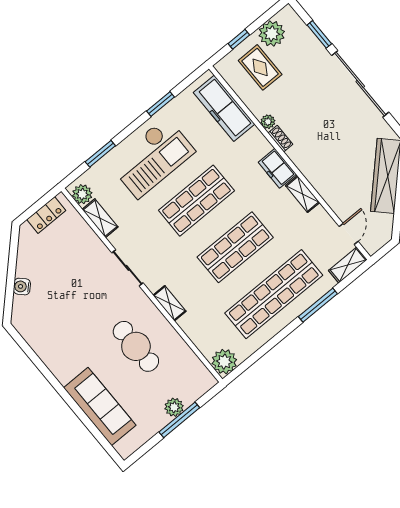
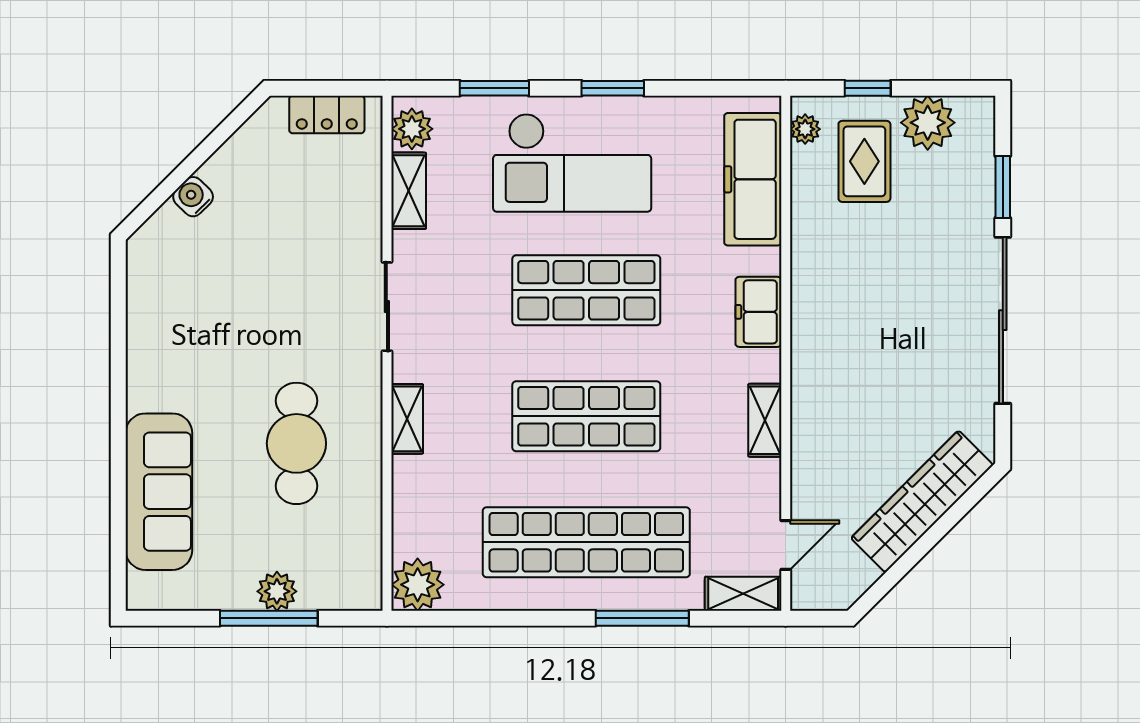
window: (160, 104) -> (613, 88), moved
plant: (268, 122) -> (805, 129), moved
shoe rack: (280, 139) -> (803, 302), removed
freezer: (277, 168) -> (758, 312), moved

